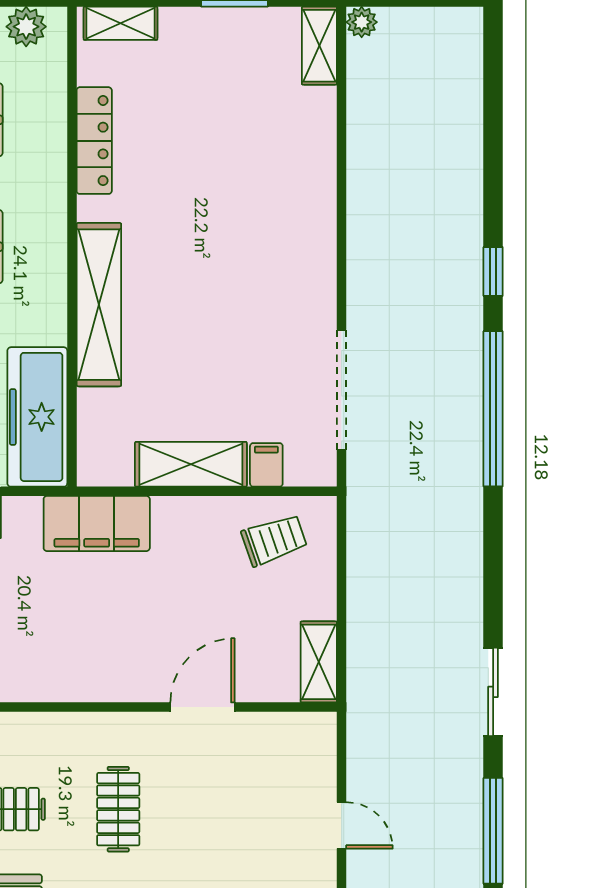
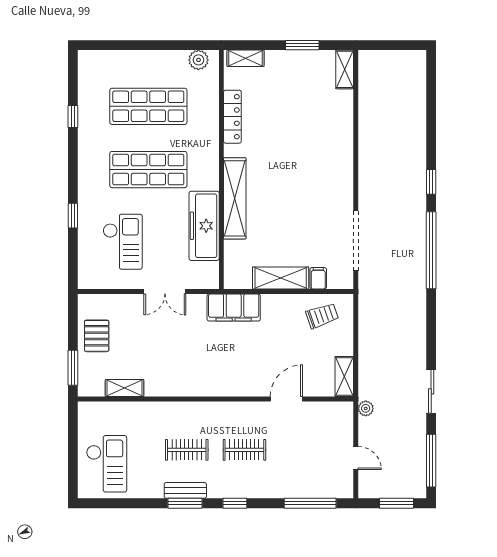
plant: (362, 22) -> (366, 408), moved
freezer: (37, 417) -> (204, 226), moved
clothes rail: (118, 809) -> (244, 450), turned 90

